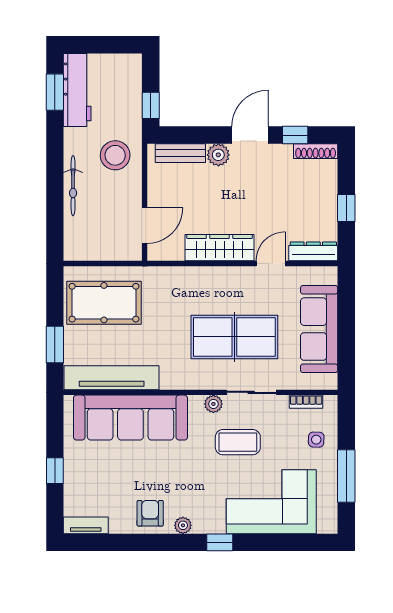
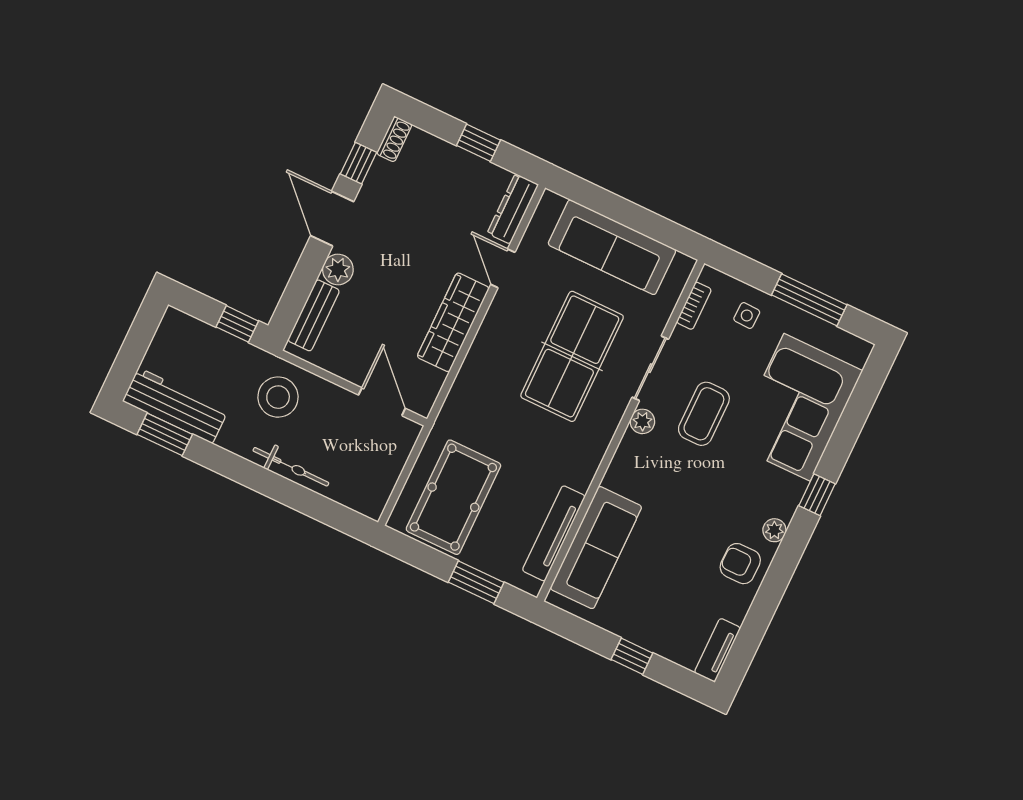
shoe rack: (316, 151) -> (394, 139), width x0.70
tv unit: (112, 378) -> (554, 533), width x0.73, depth x0.78
sofa: (130, 418) -> (596, 548), width x0.74, depth x0.79

